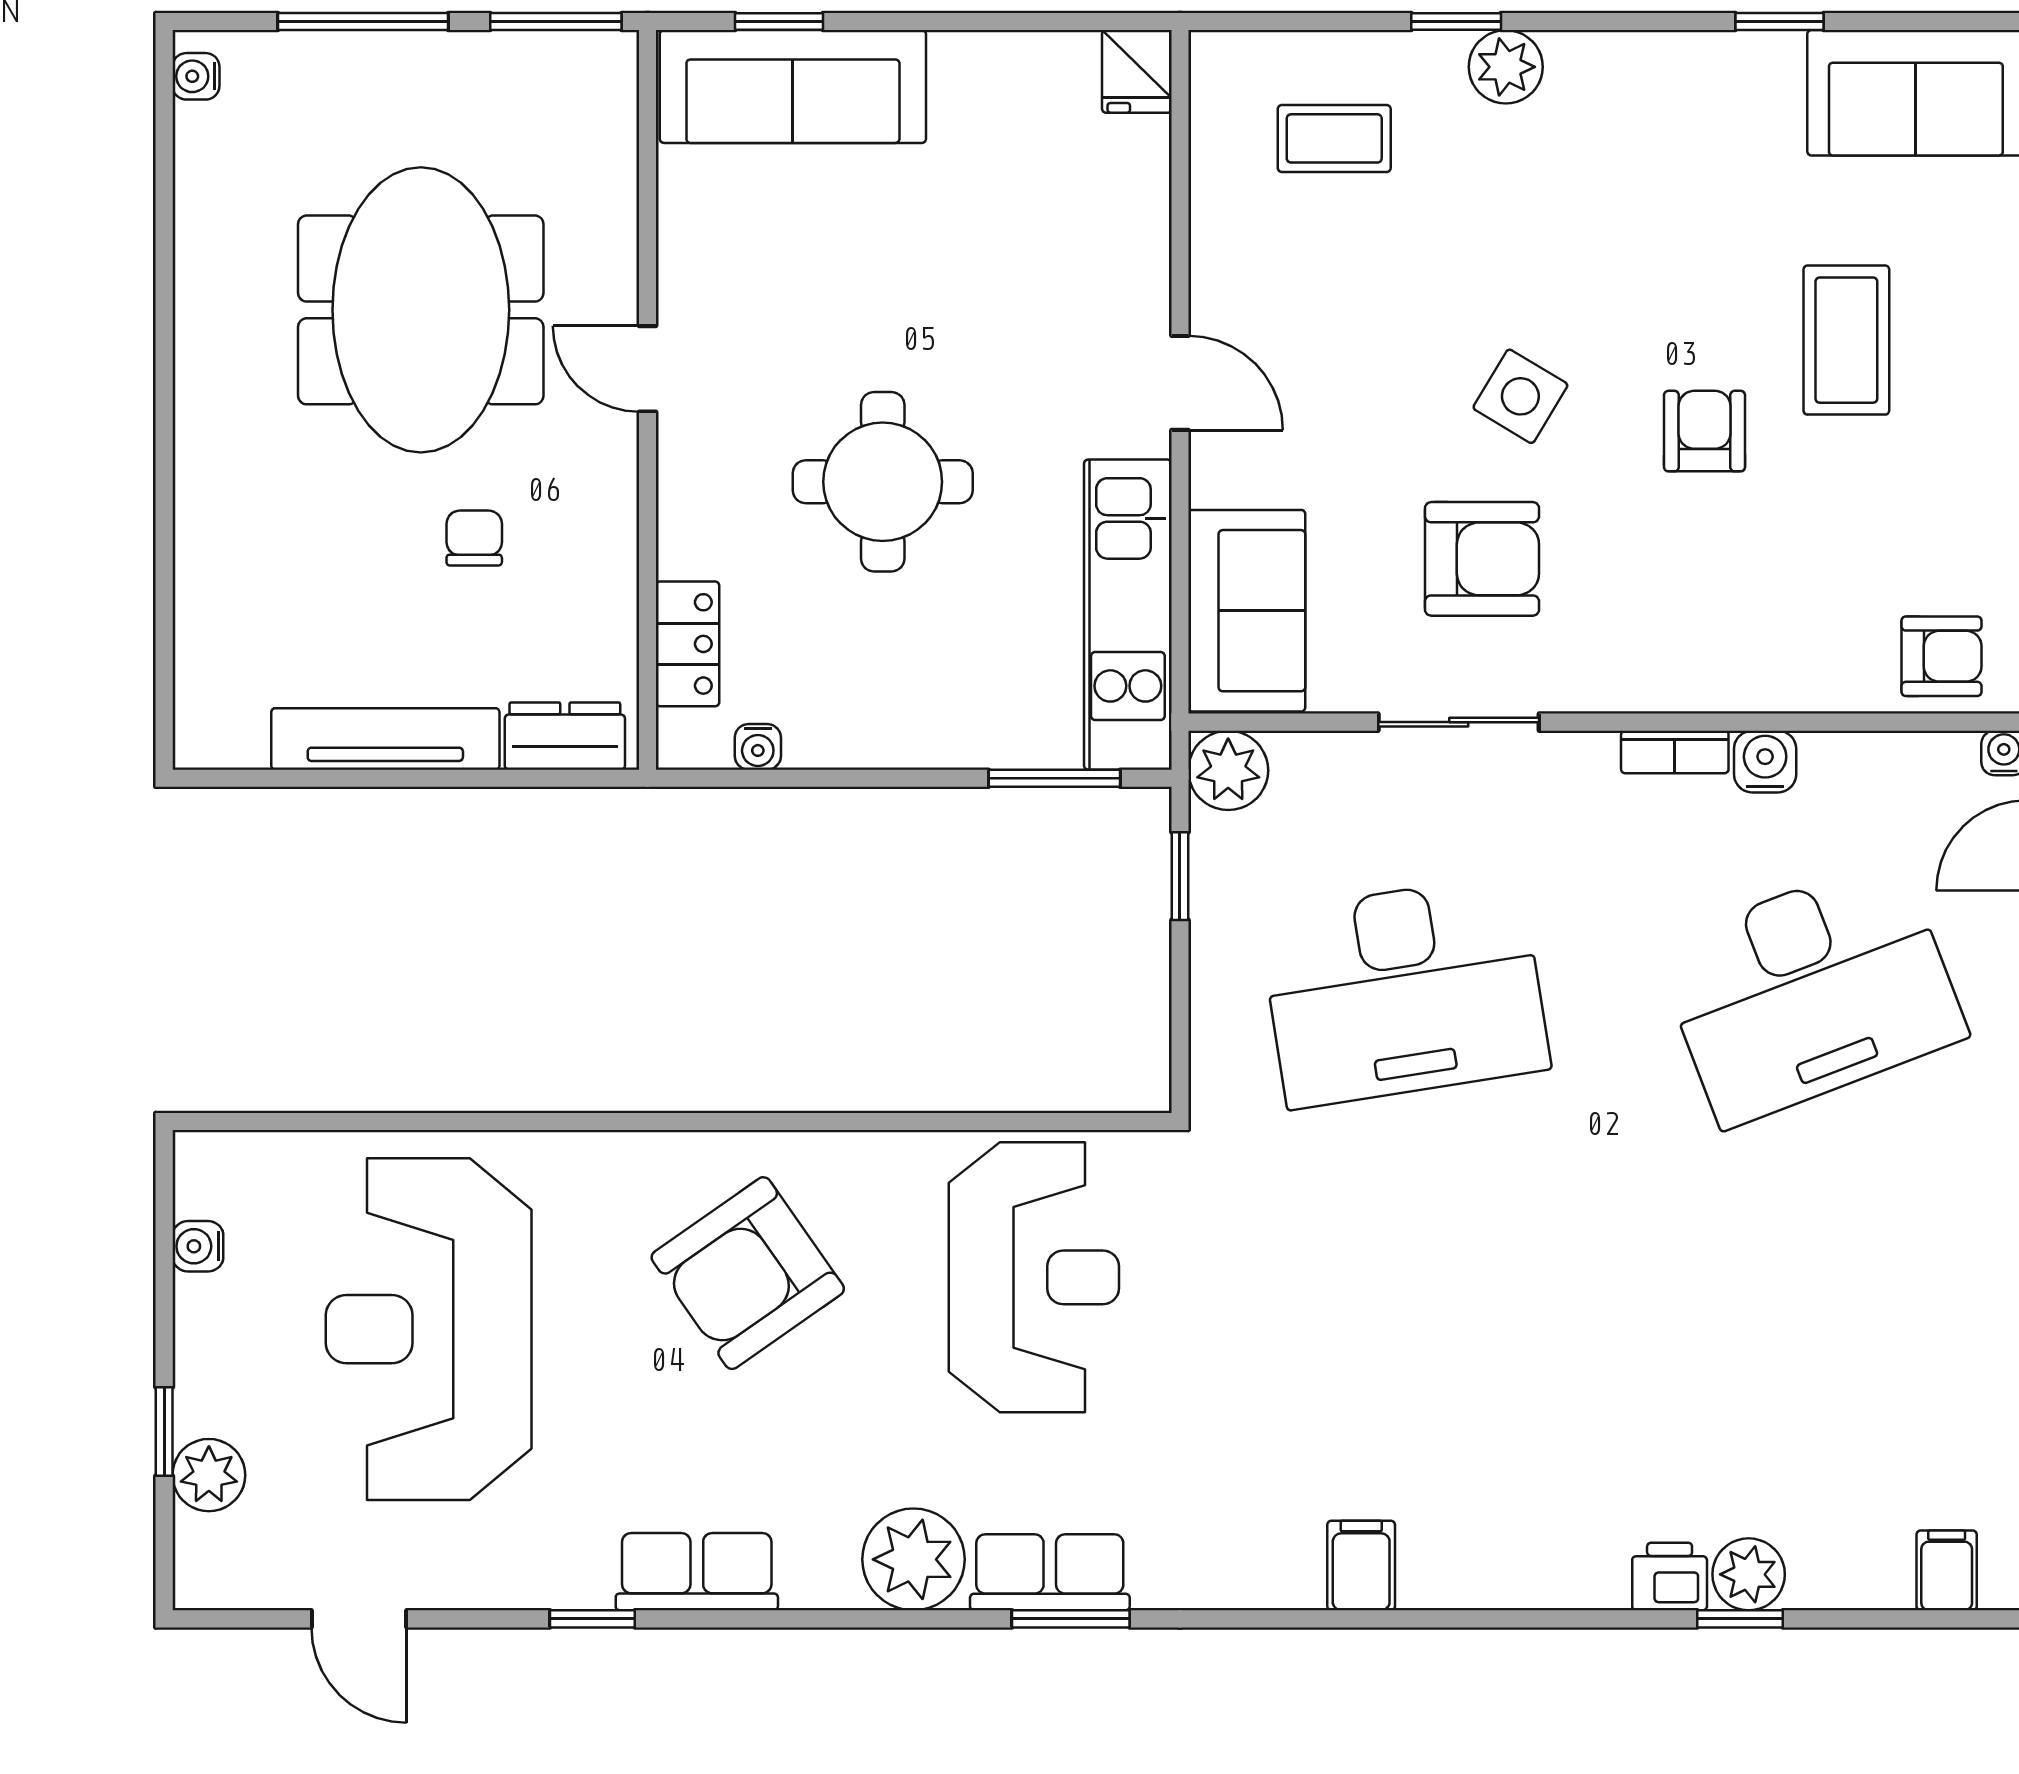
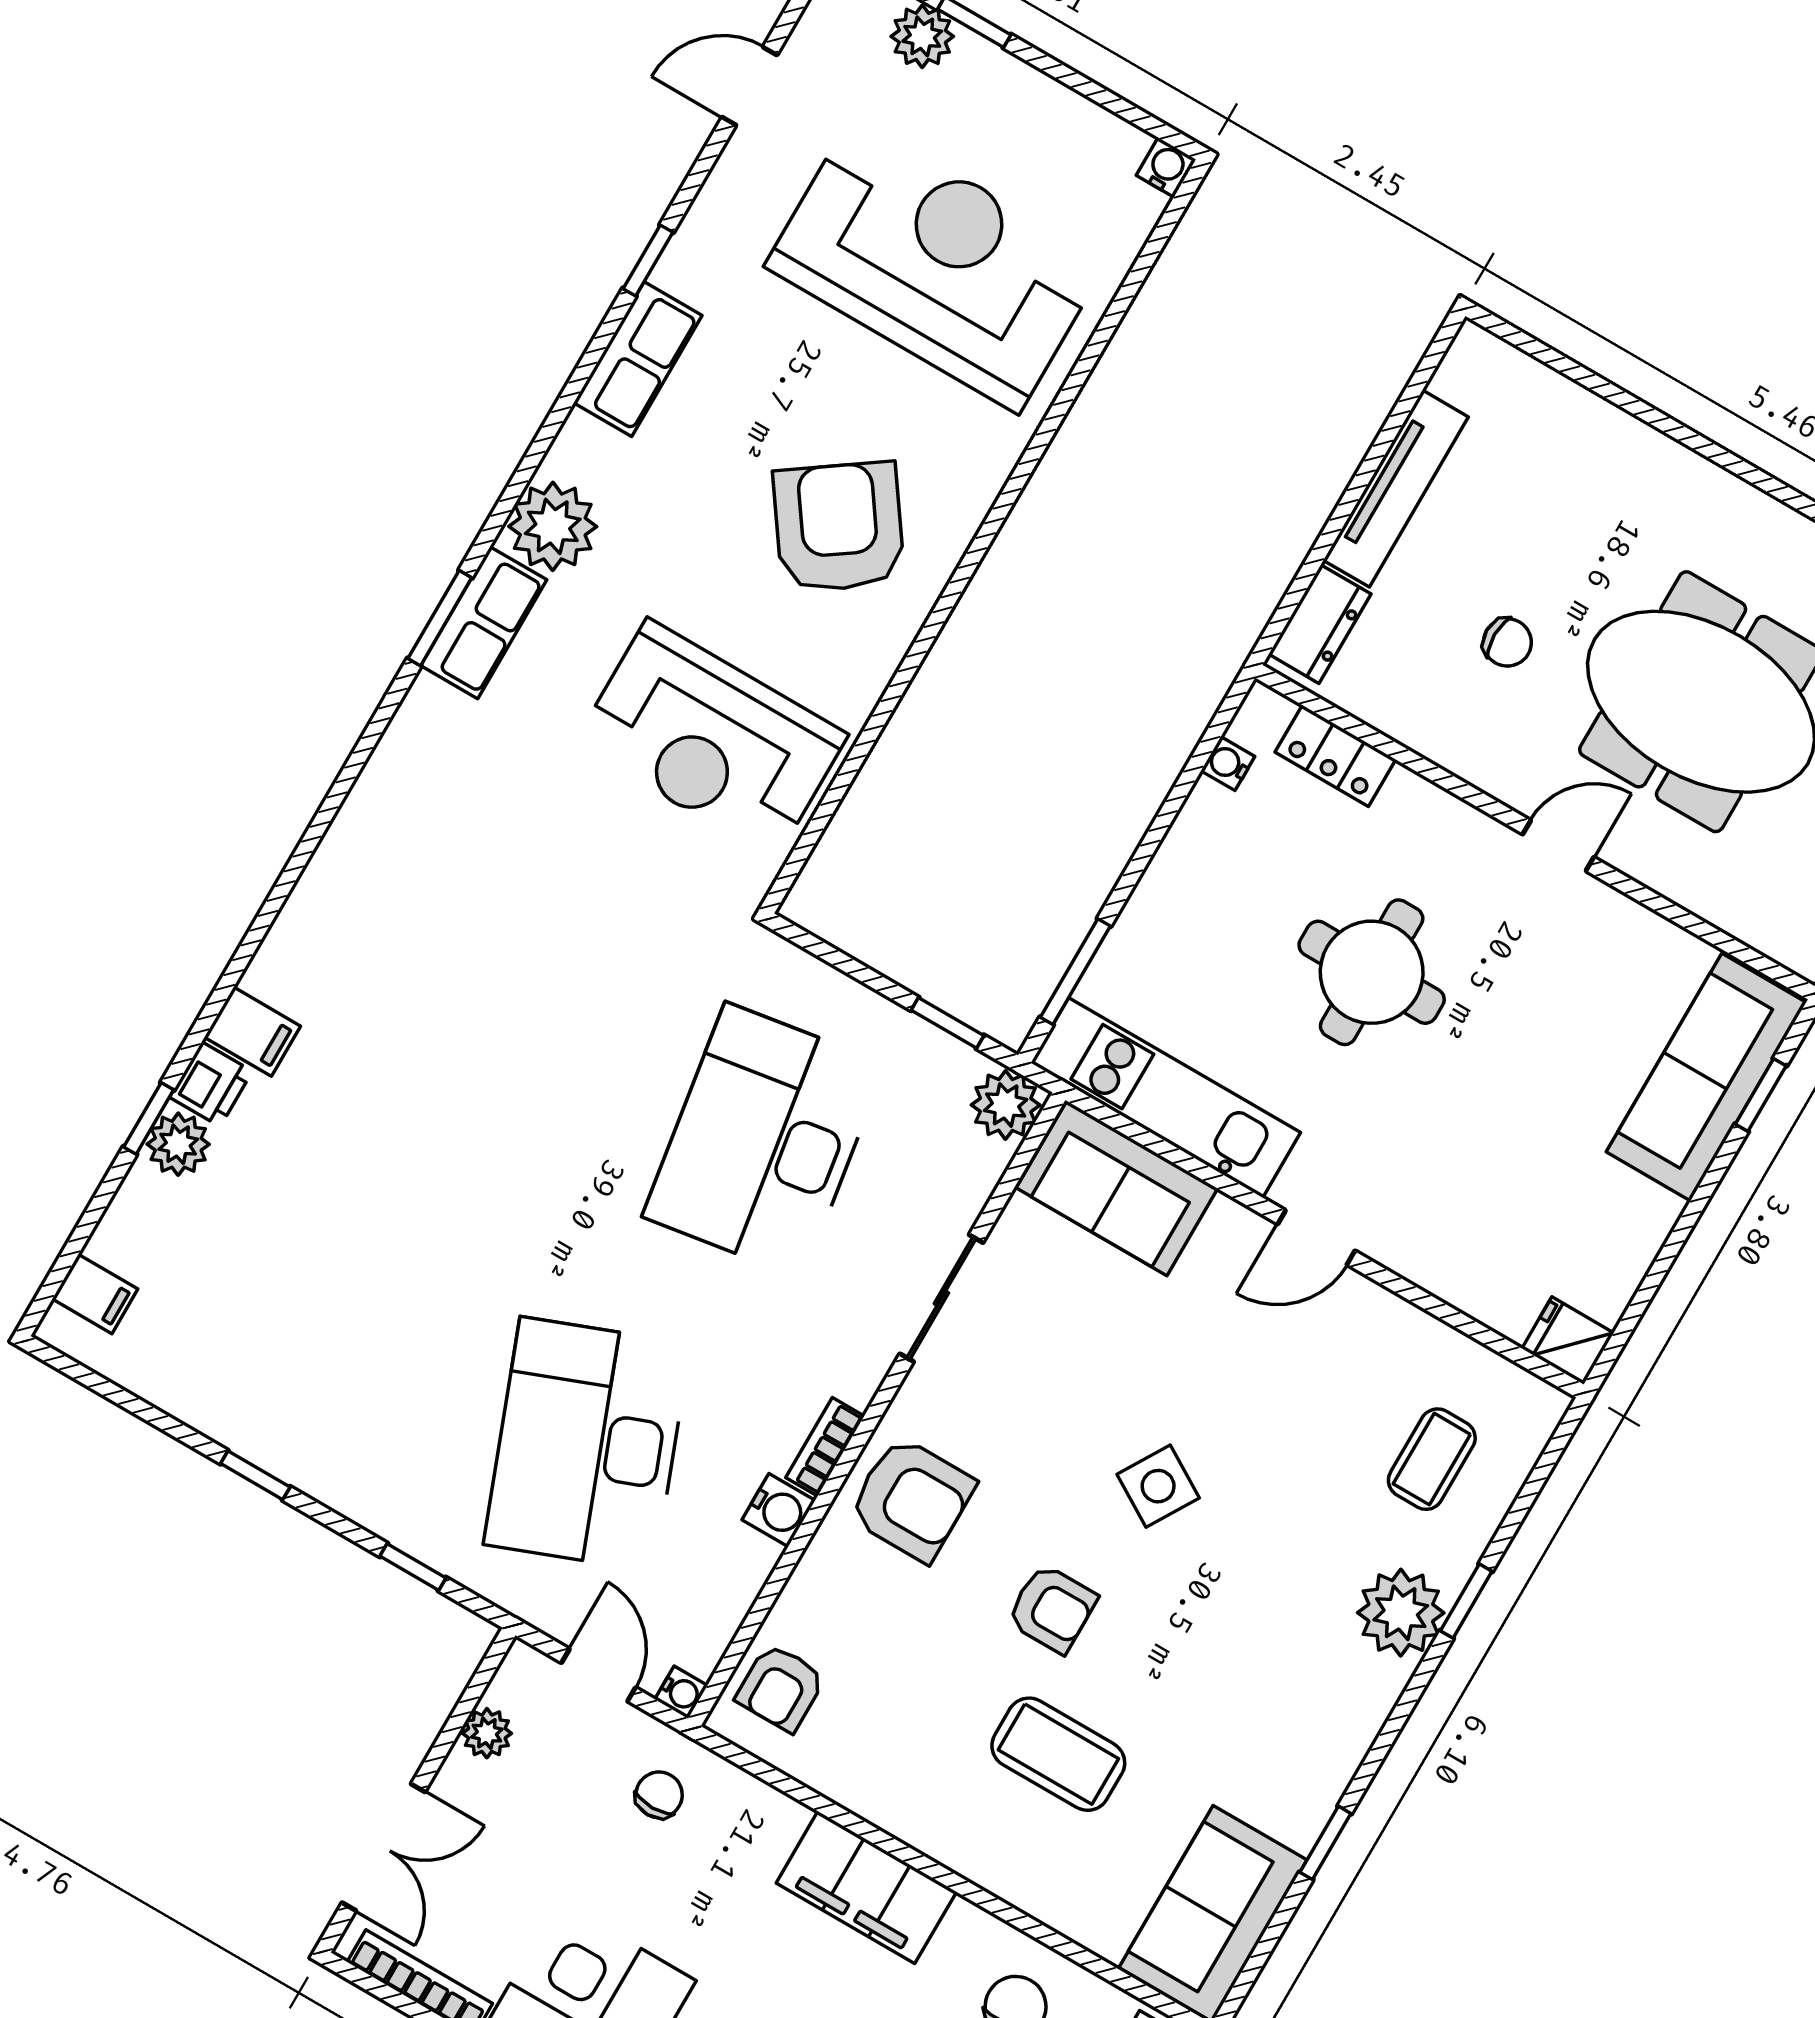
plant: (1506, 67) -> (1401, 1613), width x1.36, depth x1.36
armchair: (1482, 559) -> (912, 1499), moved, turned -90
water cooler: (198, 1246) -> (1166, 167), moved
filing cabinet: (1361, 1566) -> (252, 1032), moved

